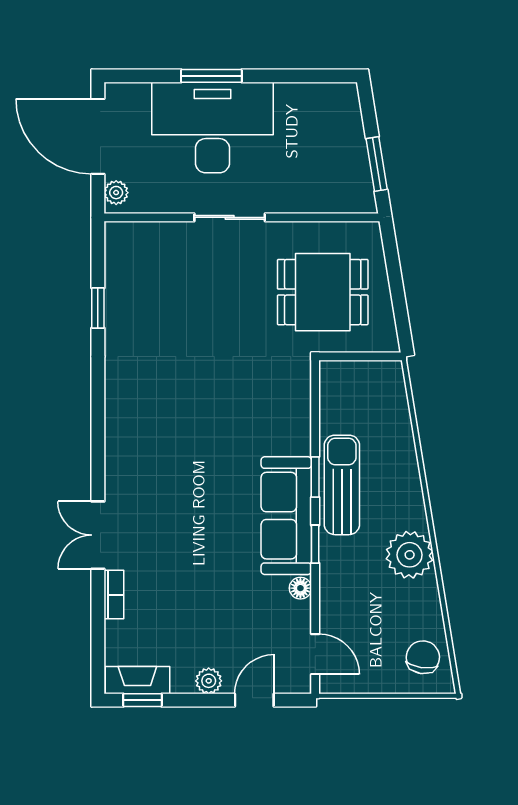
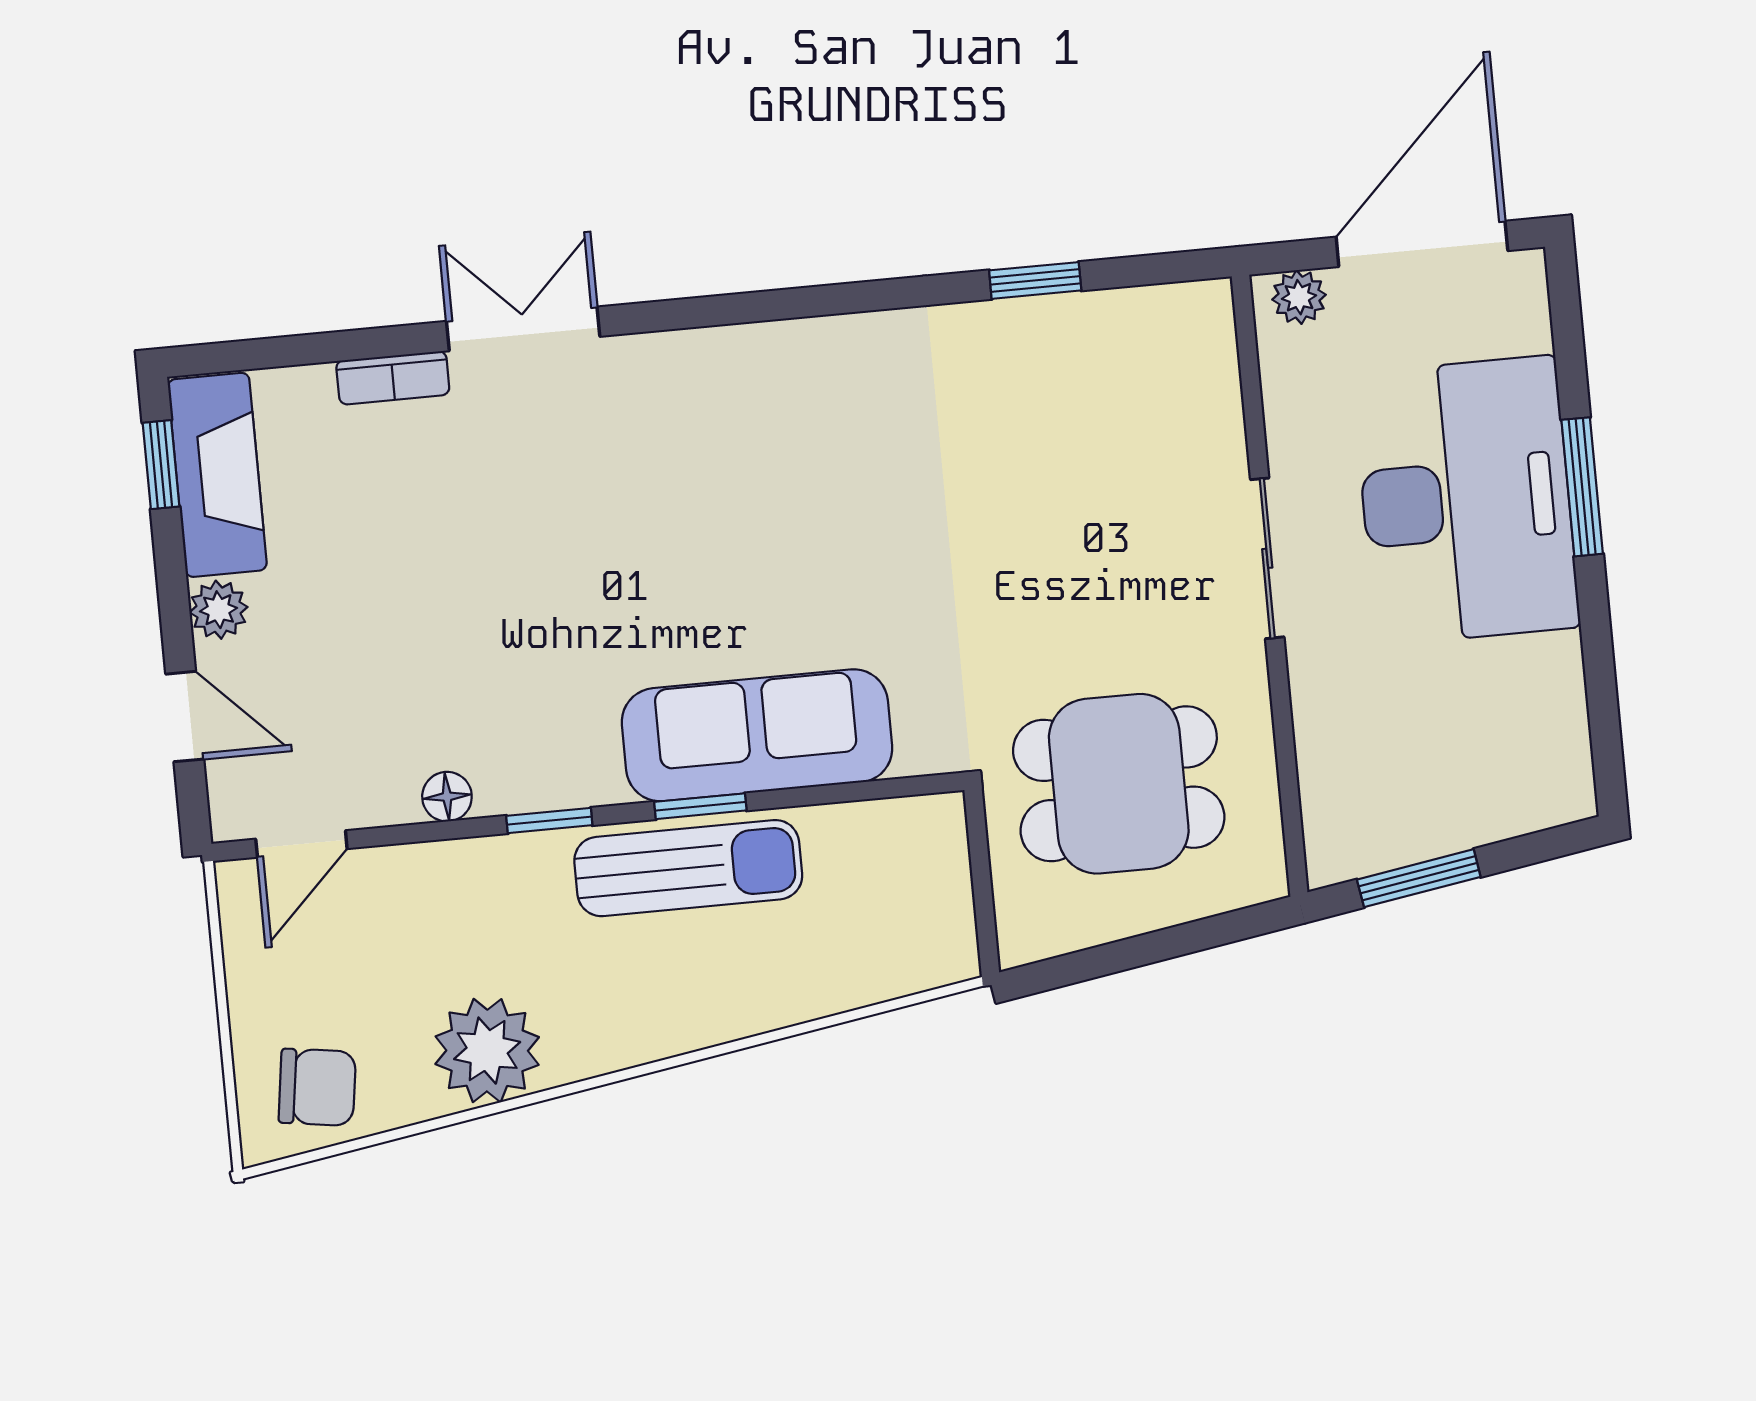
dining table: (323, 292) -> (1119, 784), turned 90
sofa: (286, 516) -> (757, 735), moved
plant: (410, 555) -> (487, 1051), moved
fireplace: (137, 680) -> (217, 475), width x1.37, depth x1.32

